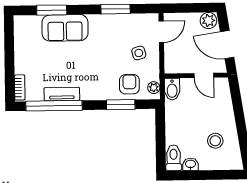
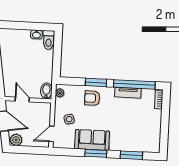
window: (116, 9) -> (96, 153), moved
sofa: (65, 28) -> (92, 140), moved
armchair: (129, 84) -> (92, 98), moved, turned 90
window: (121, 105) -> (96, 82), moved
stool: (215, 141) -> (17, 51), removed

